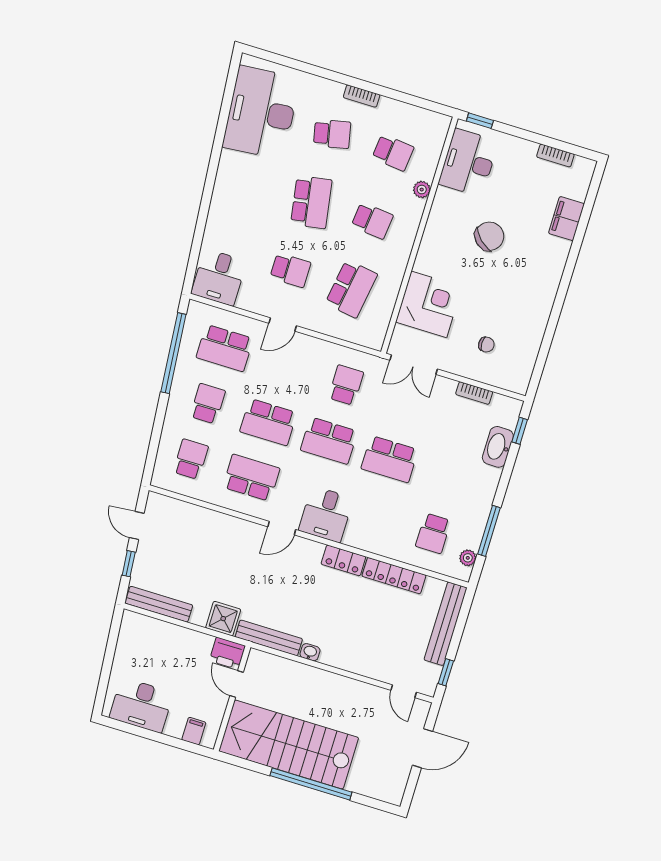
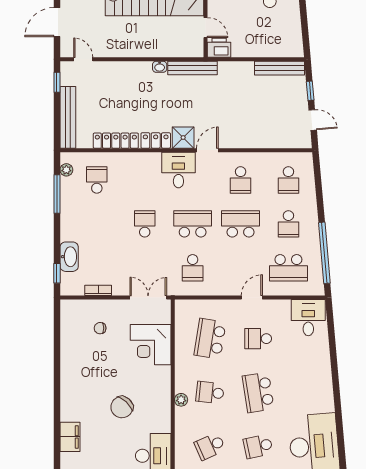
school desk: (393, 153) -> (210, 446), turned -30
plant: (422, 190) -> (181, 400), moved
school desk: (225, 348) -> (288, 268), turned 180
school desk: (390, 459) -> (145, 224), width x0.54
school desk: (251, 478) -> (241, 180), width x0.54
shower: (223, 619) -> (183, 138), moved

